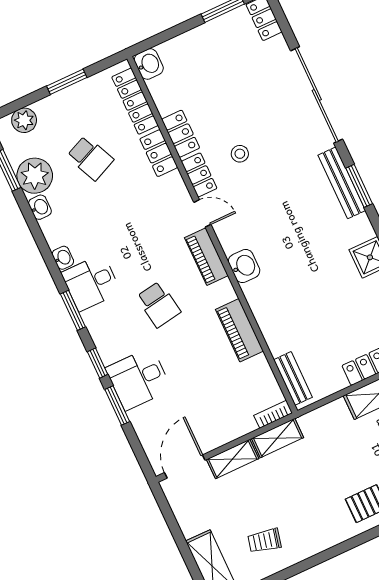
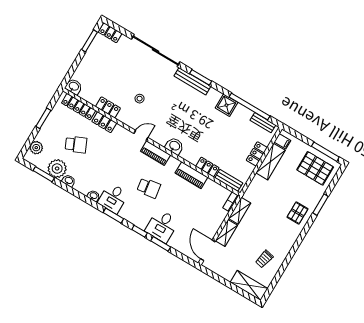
locker: (199, 175) -> (207, 167), moved

